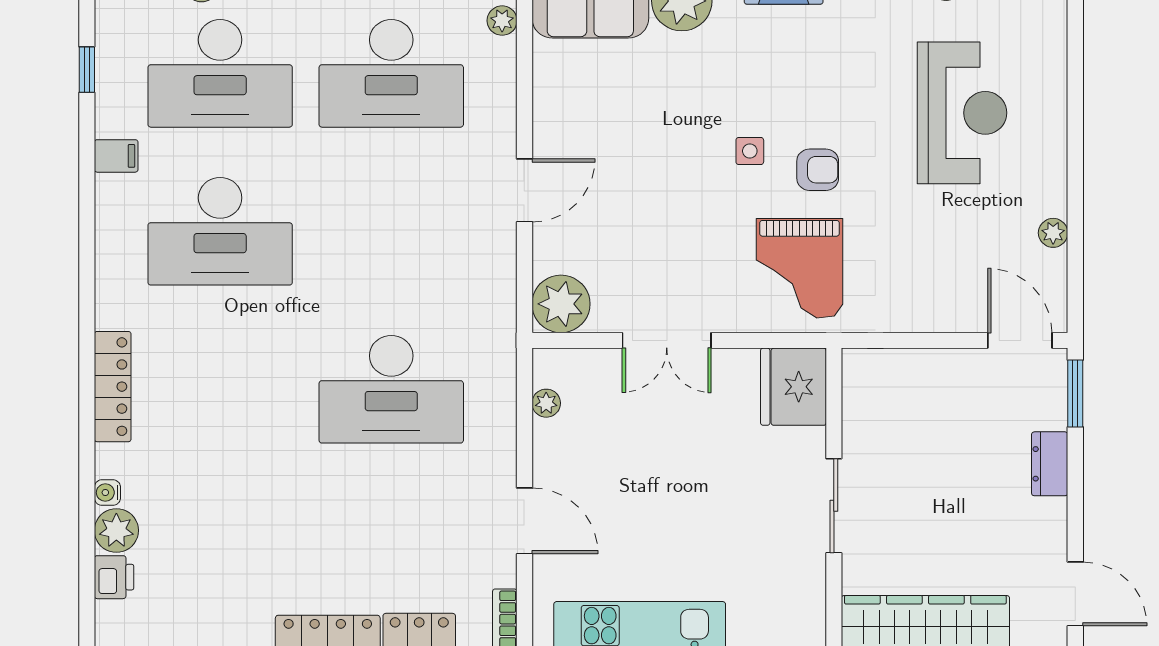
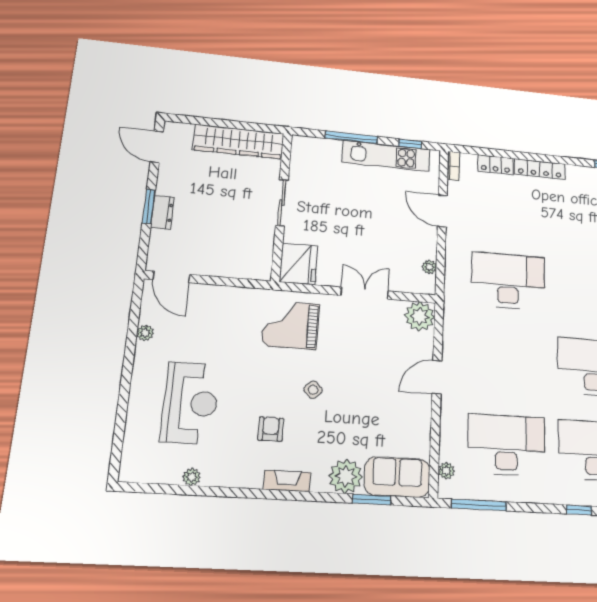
reception desk: (962, 113) -> (190, 403), turned 180
side table: (750, 151) -> (313, 390), turned 45
armchair: (818, 170) -> (271, 429), moved, turned 90
grand piano: (799, 268) -> (290, 325), turned -90
window: (1075, 393) -> (149, 206), moved

